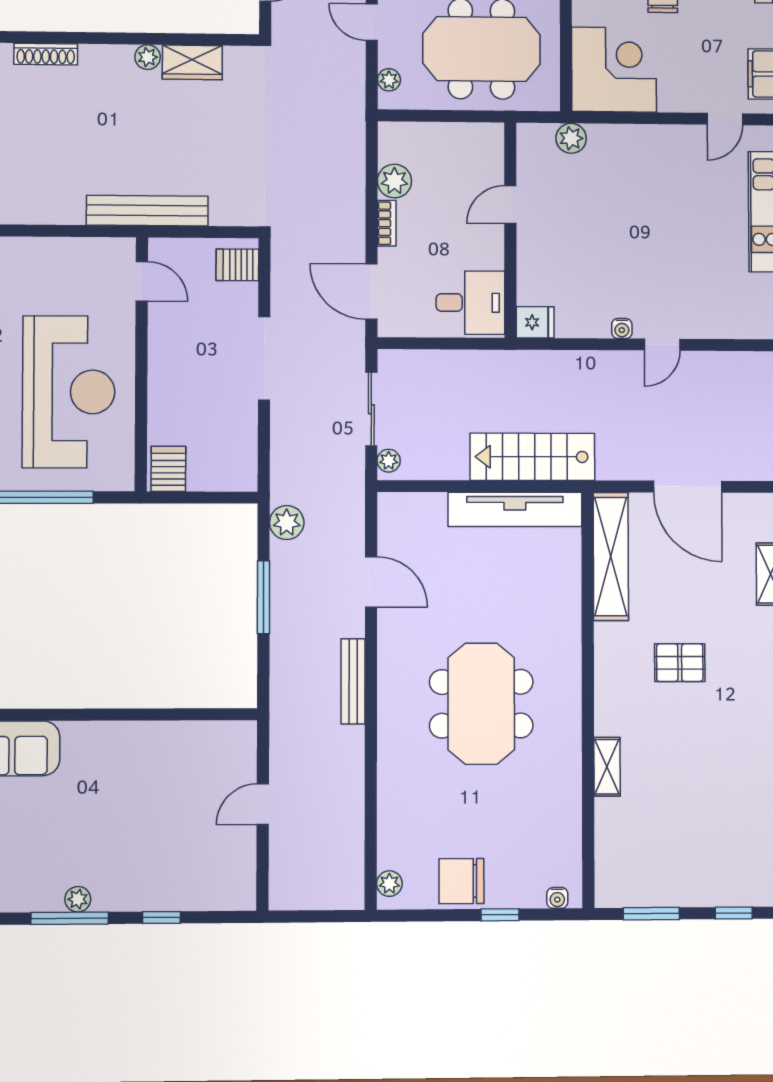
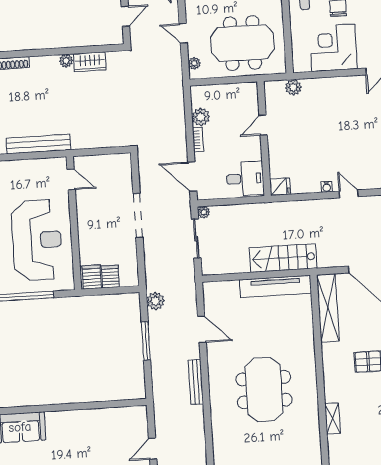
corner desk: (614, 70) -> (333, 48), moved, turned -90
bench: (147, 211) -> (38, 144), moved
server rack: (237, 265) -> (110, 277), moved, turned 90
door: (662, 345) -> (349, 194), swing flipped
plant: (389, 461) -> (204, 212), moved

